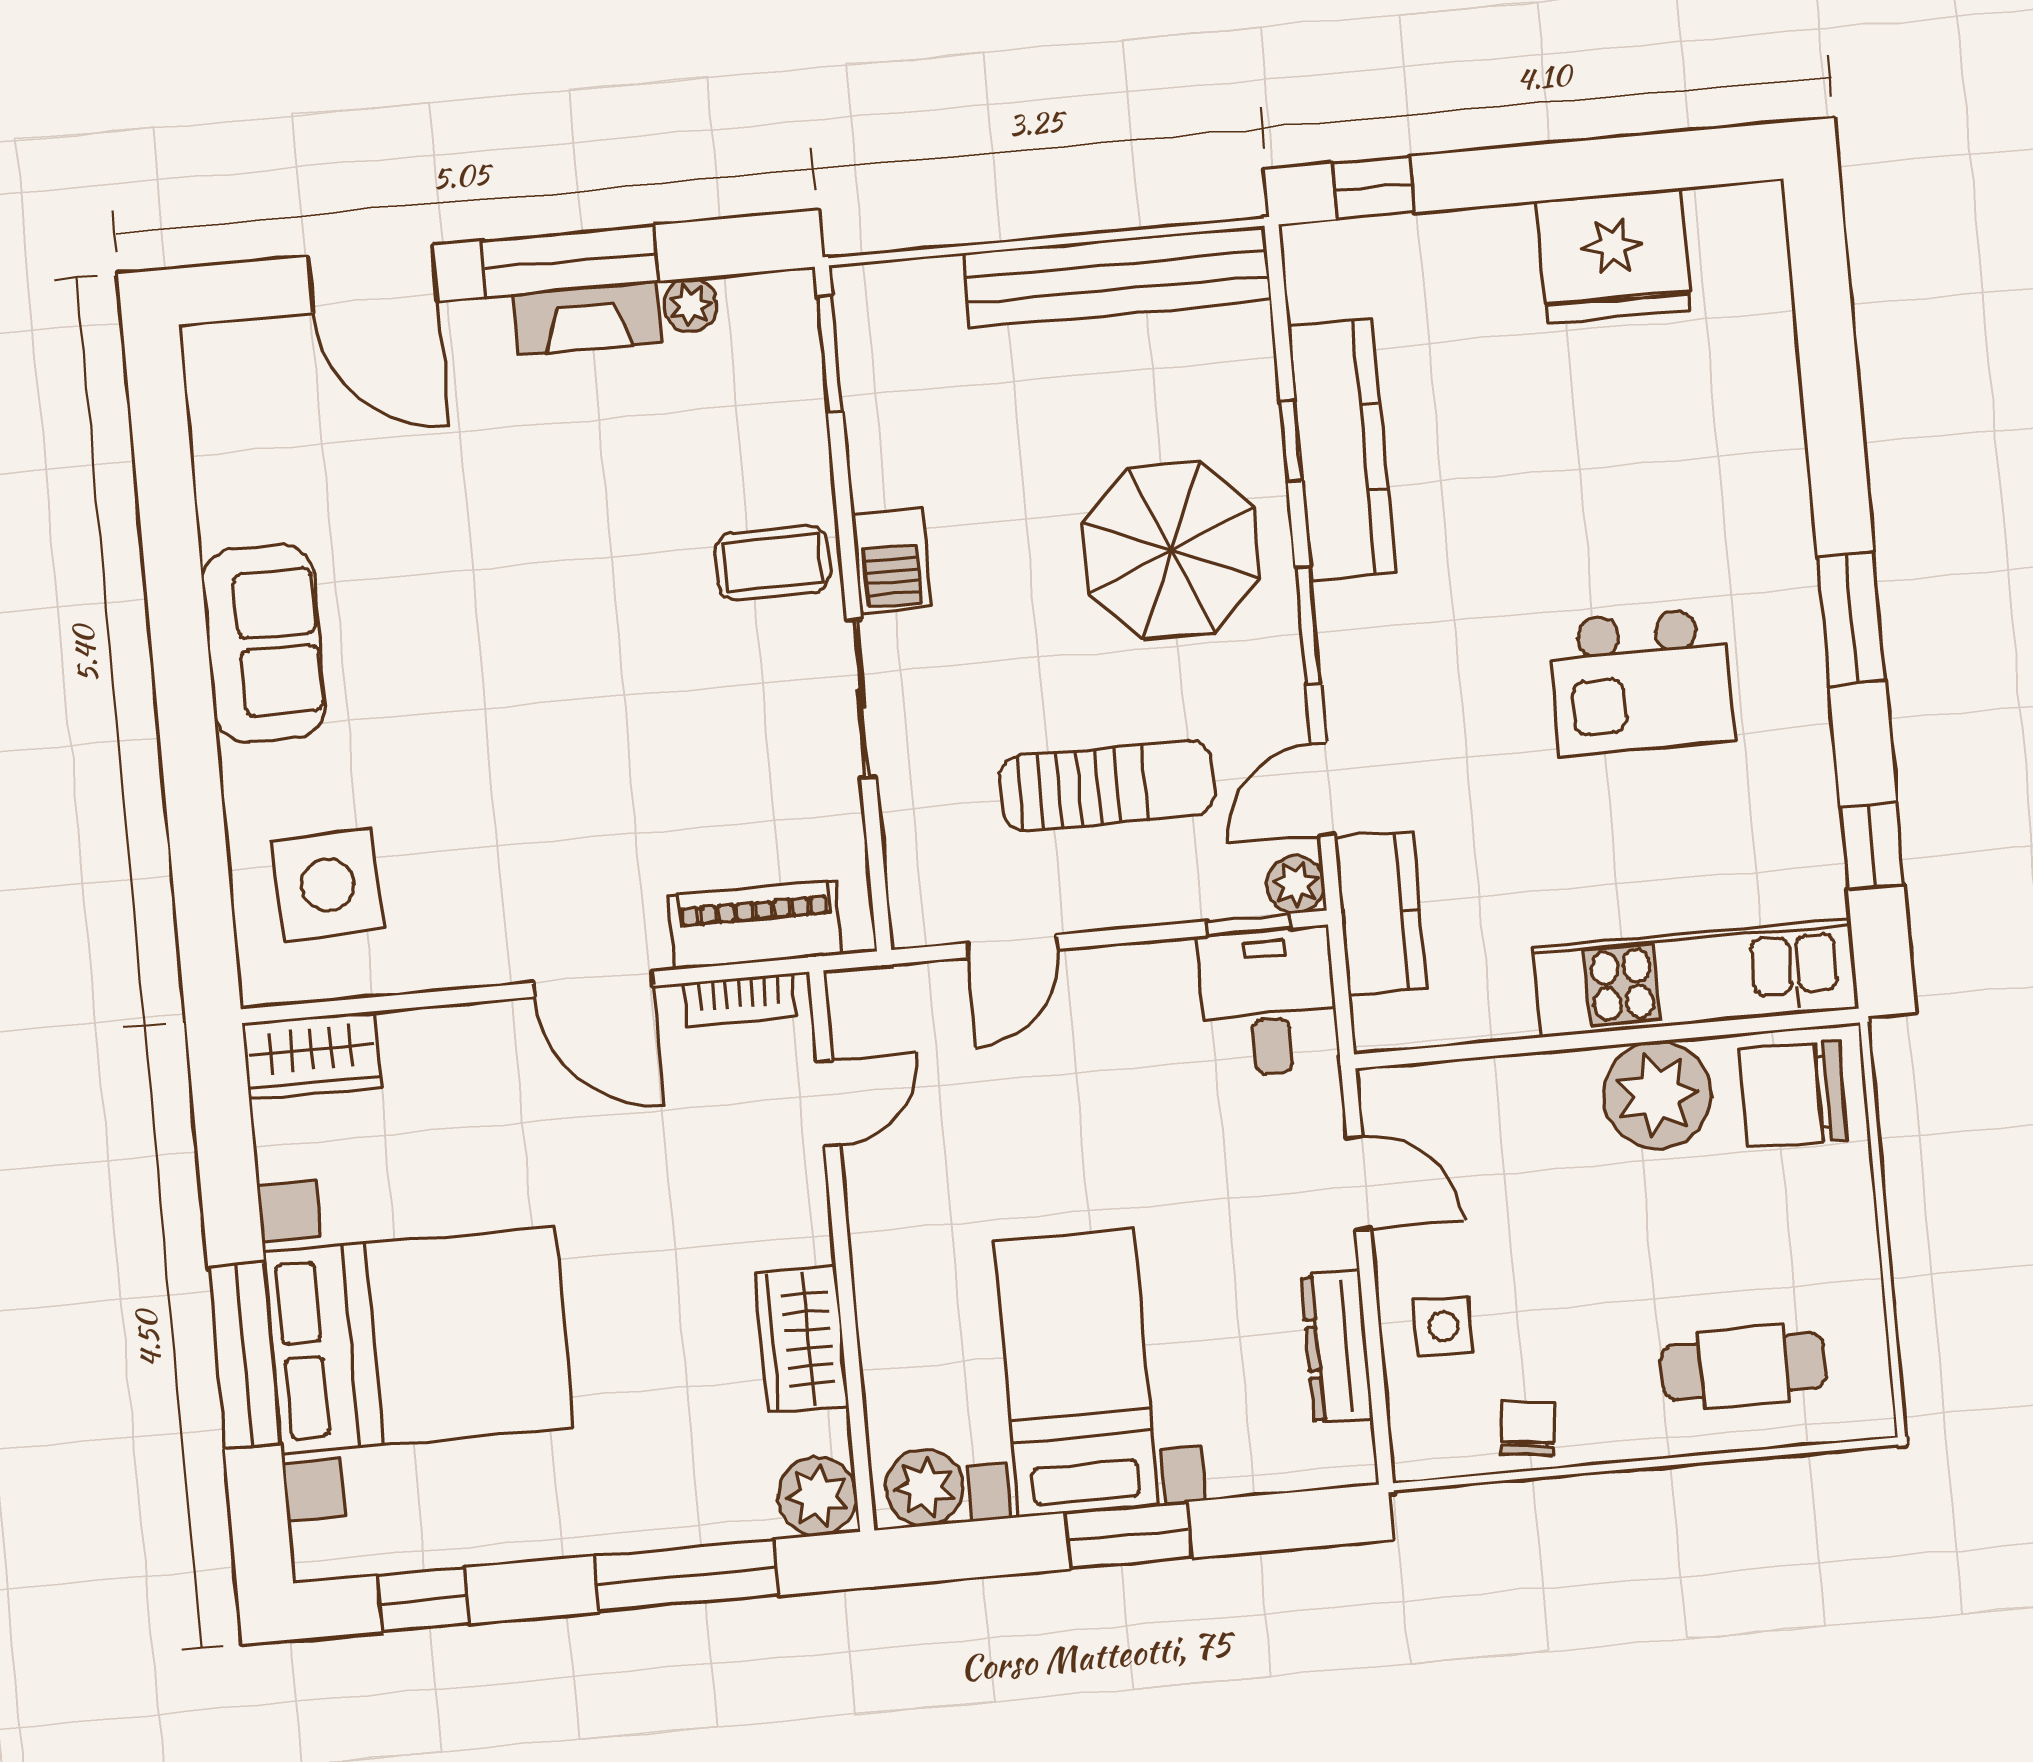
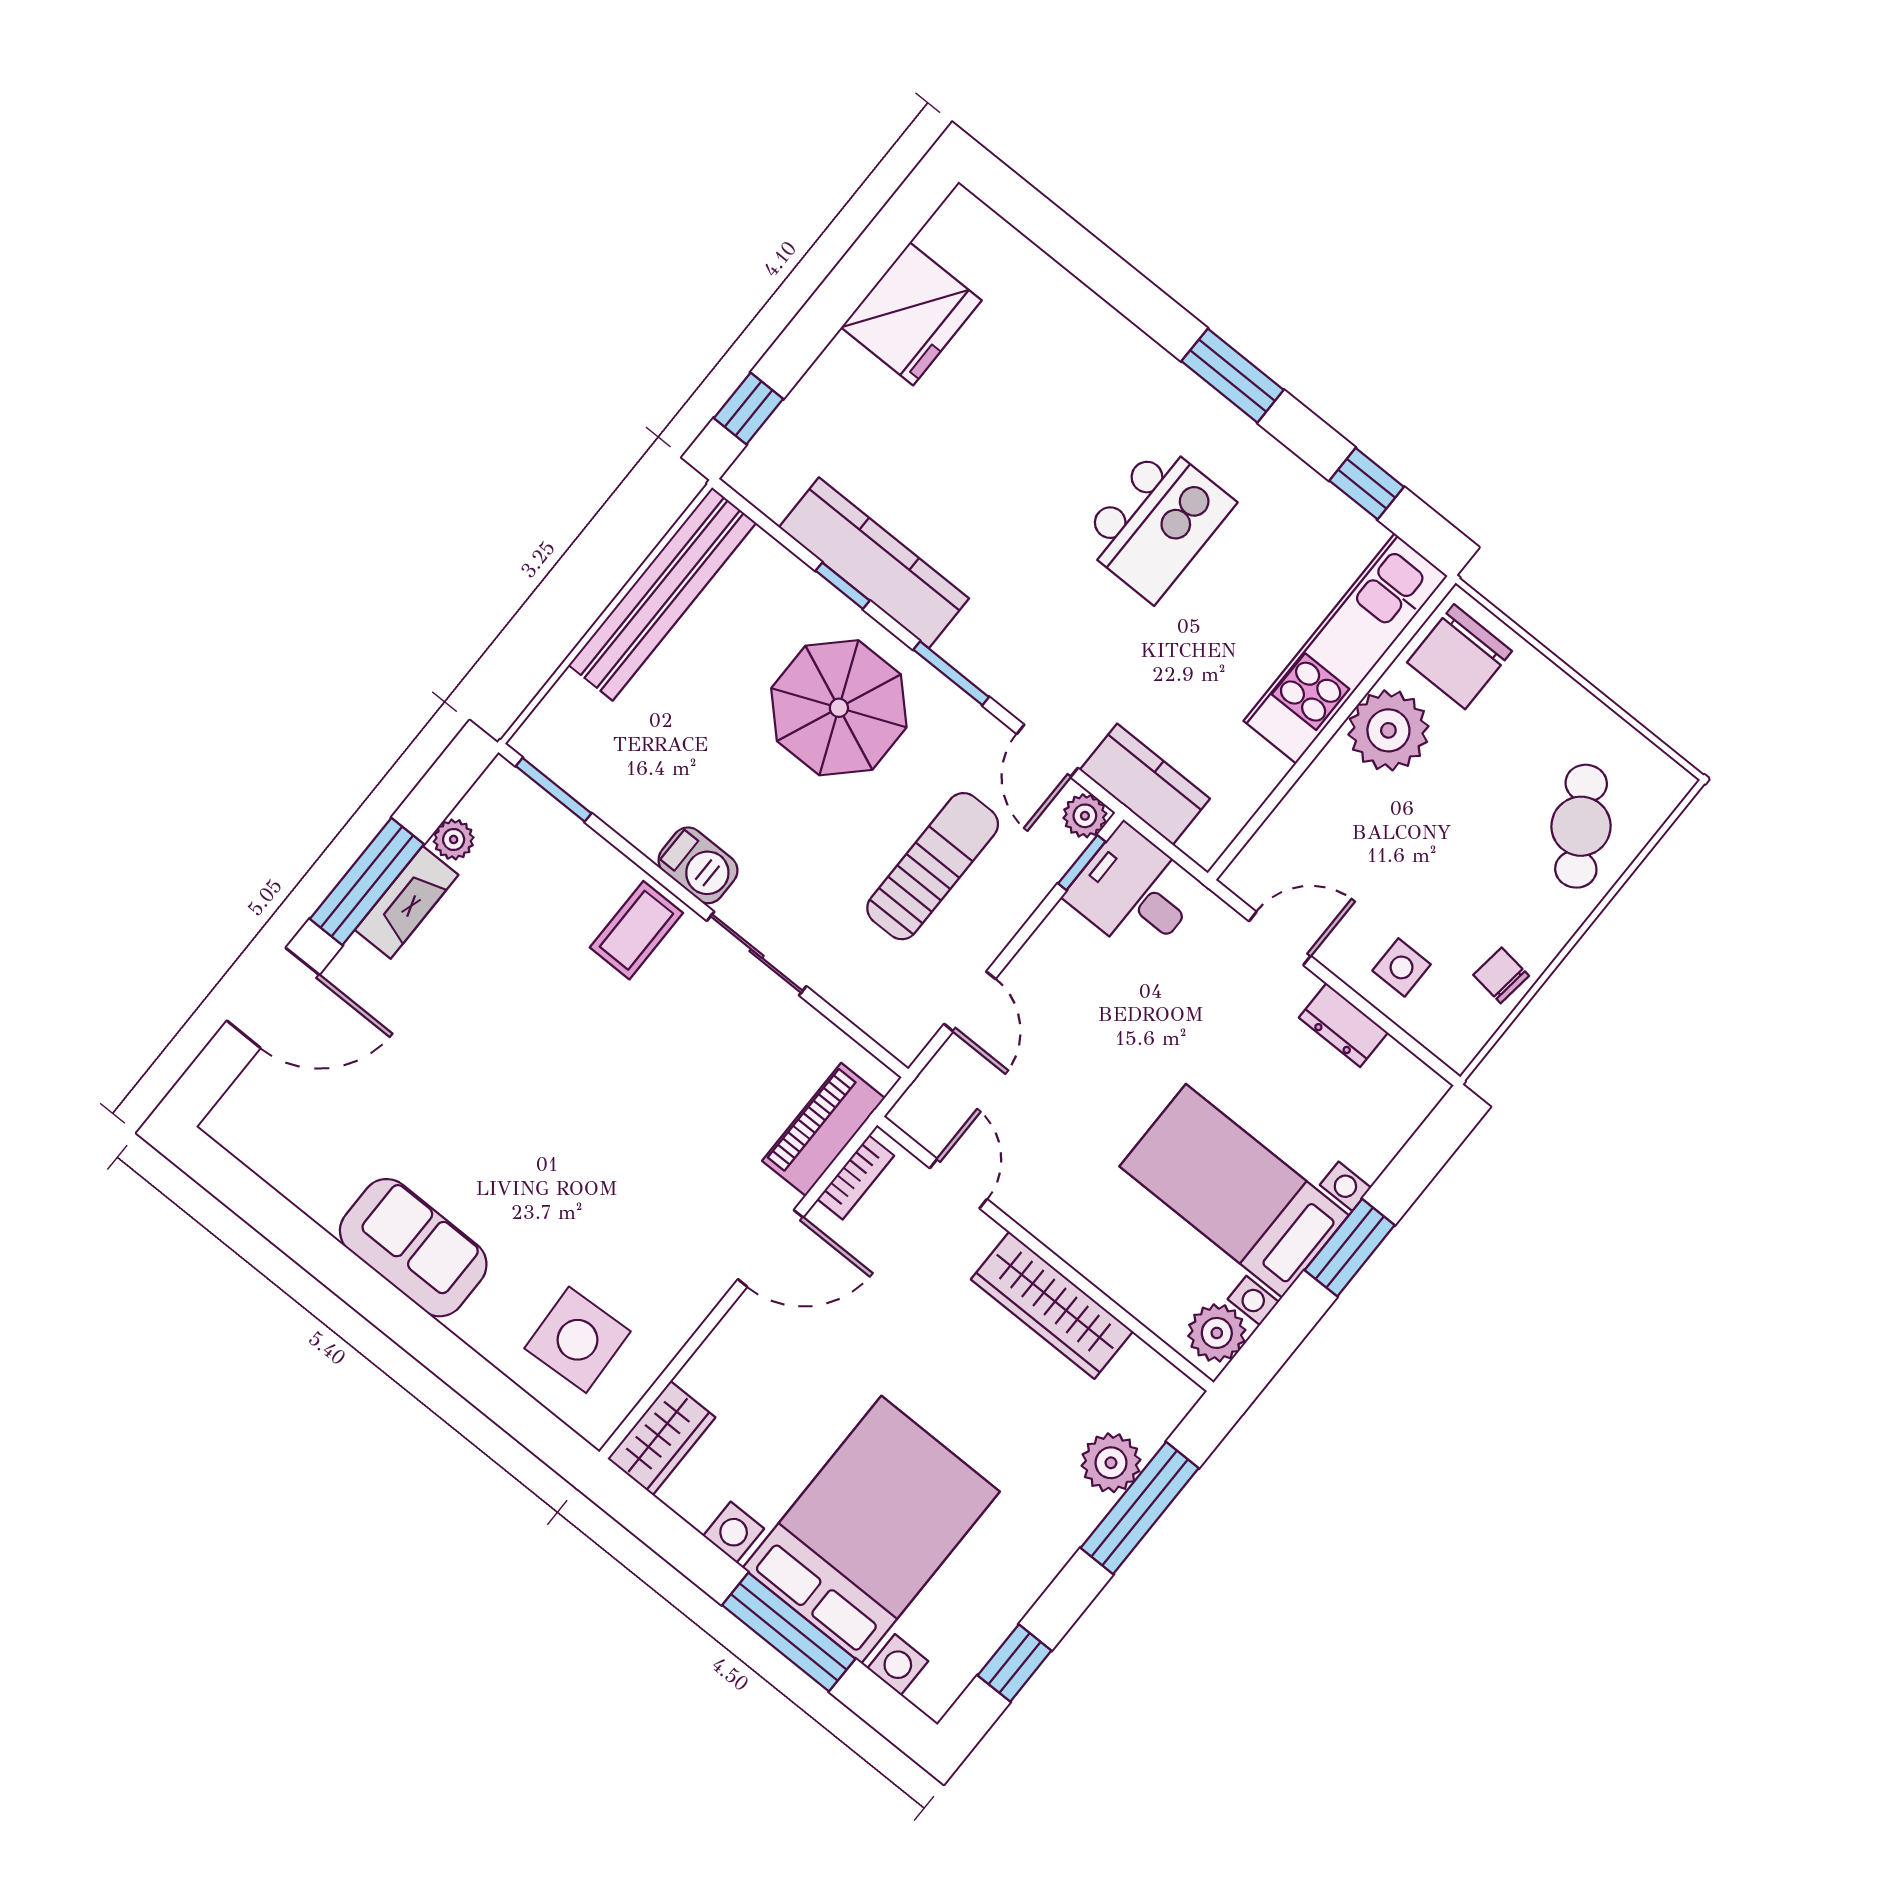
wardrobe: (802, 1340) -> (1052, 1305), width x1.50
dresser: (1337, 1347) -> (1343, 1025), width x0.70
cafe table: (1744, 1367) -> (1581, 826), turned -32
plant: (817, 1496) -> (1111, 1463), moved

